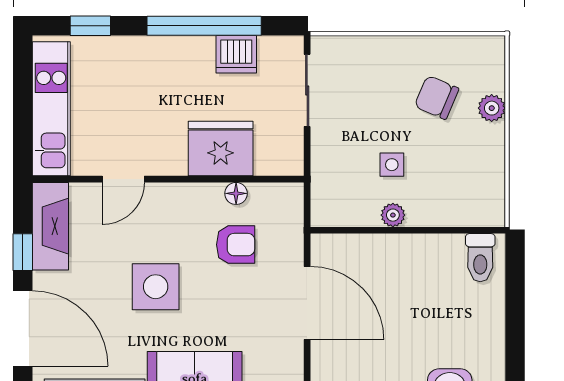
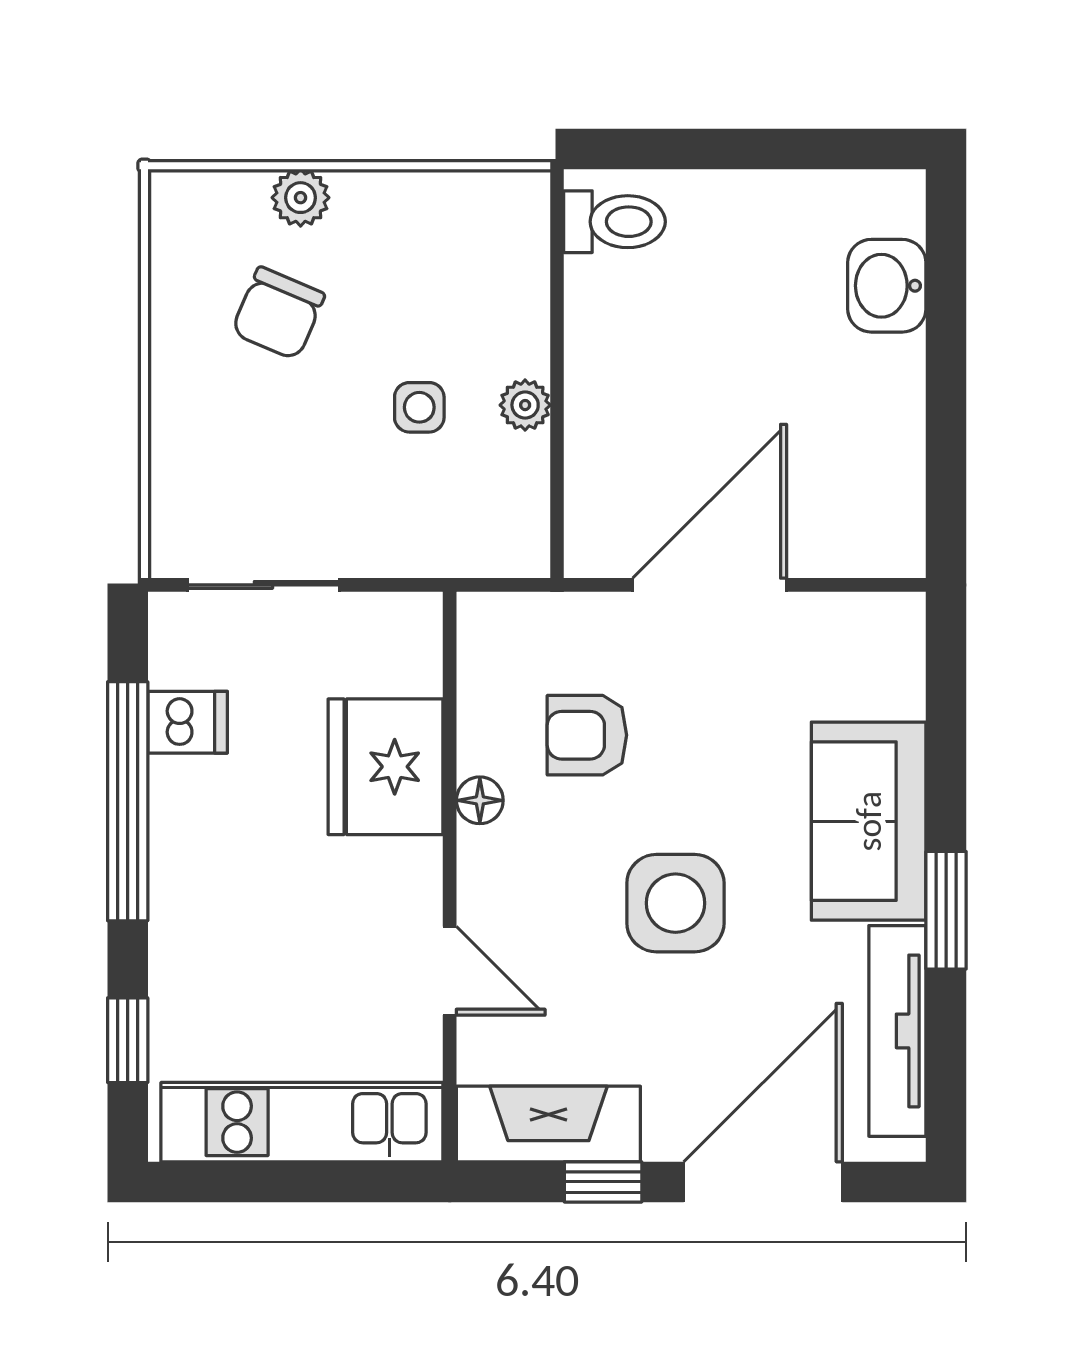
dishwasher: (236, 54) -> (188, 722), width x0.73
floor lamp: (236, 193) -> (480, 800), moved
armchair: (236, 245) -> (587, 735), turned -90

